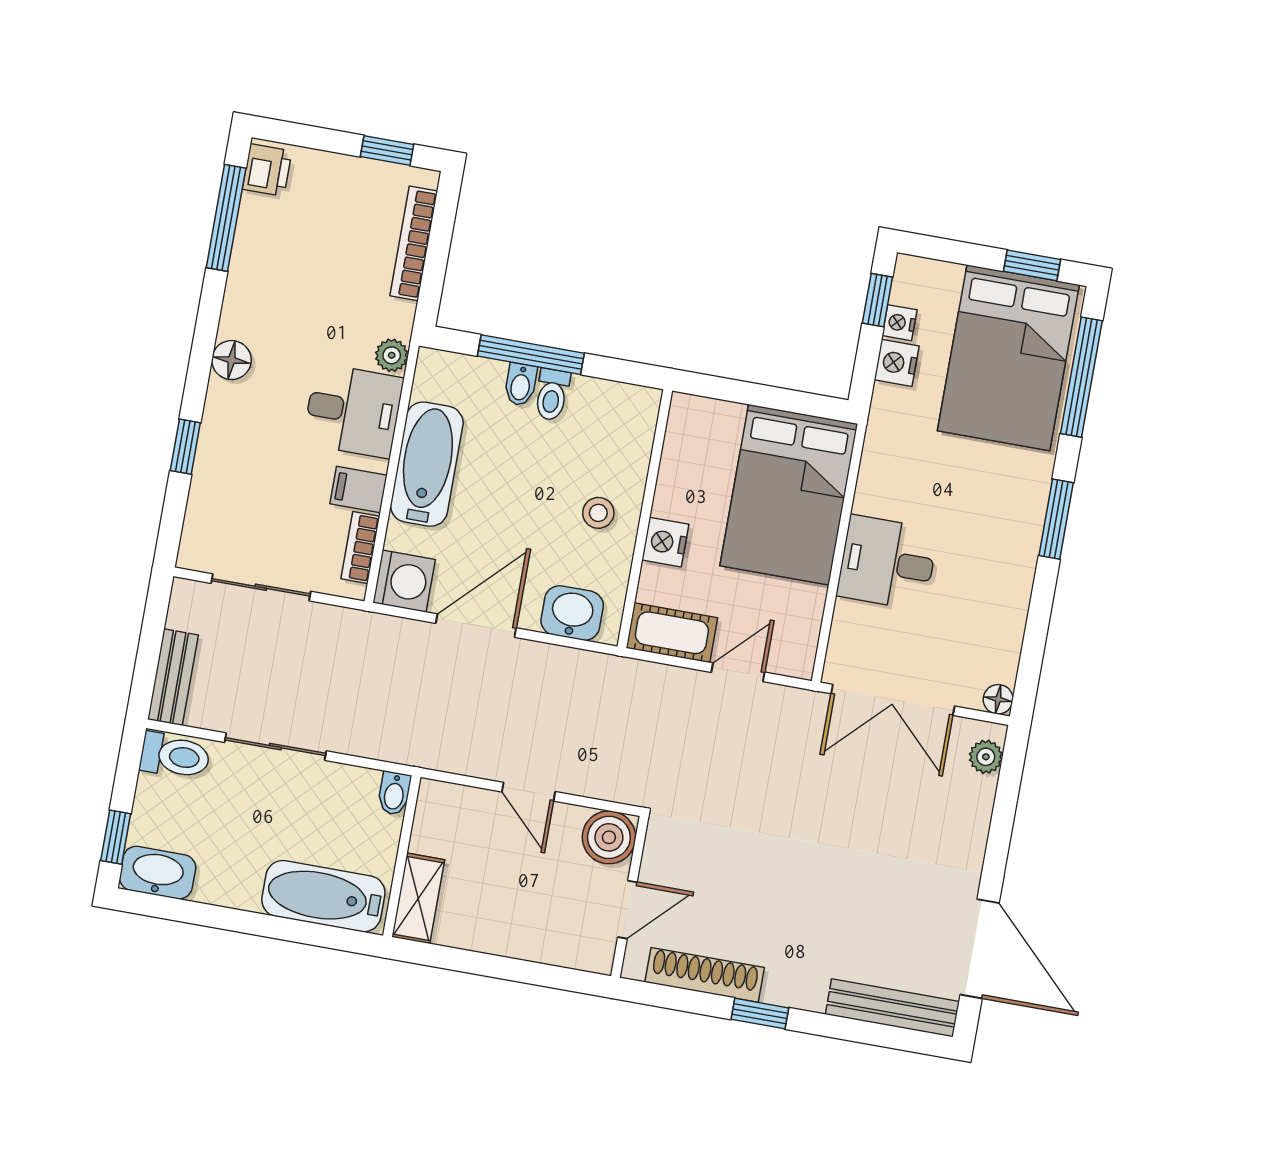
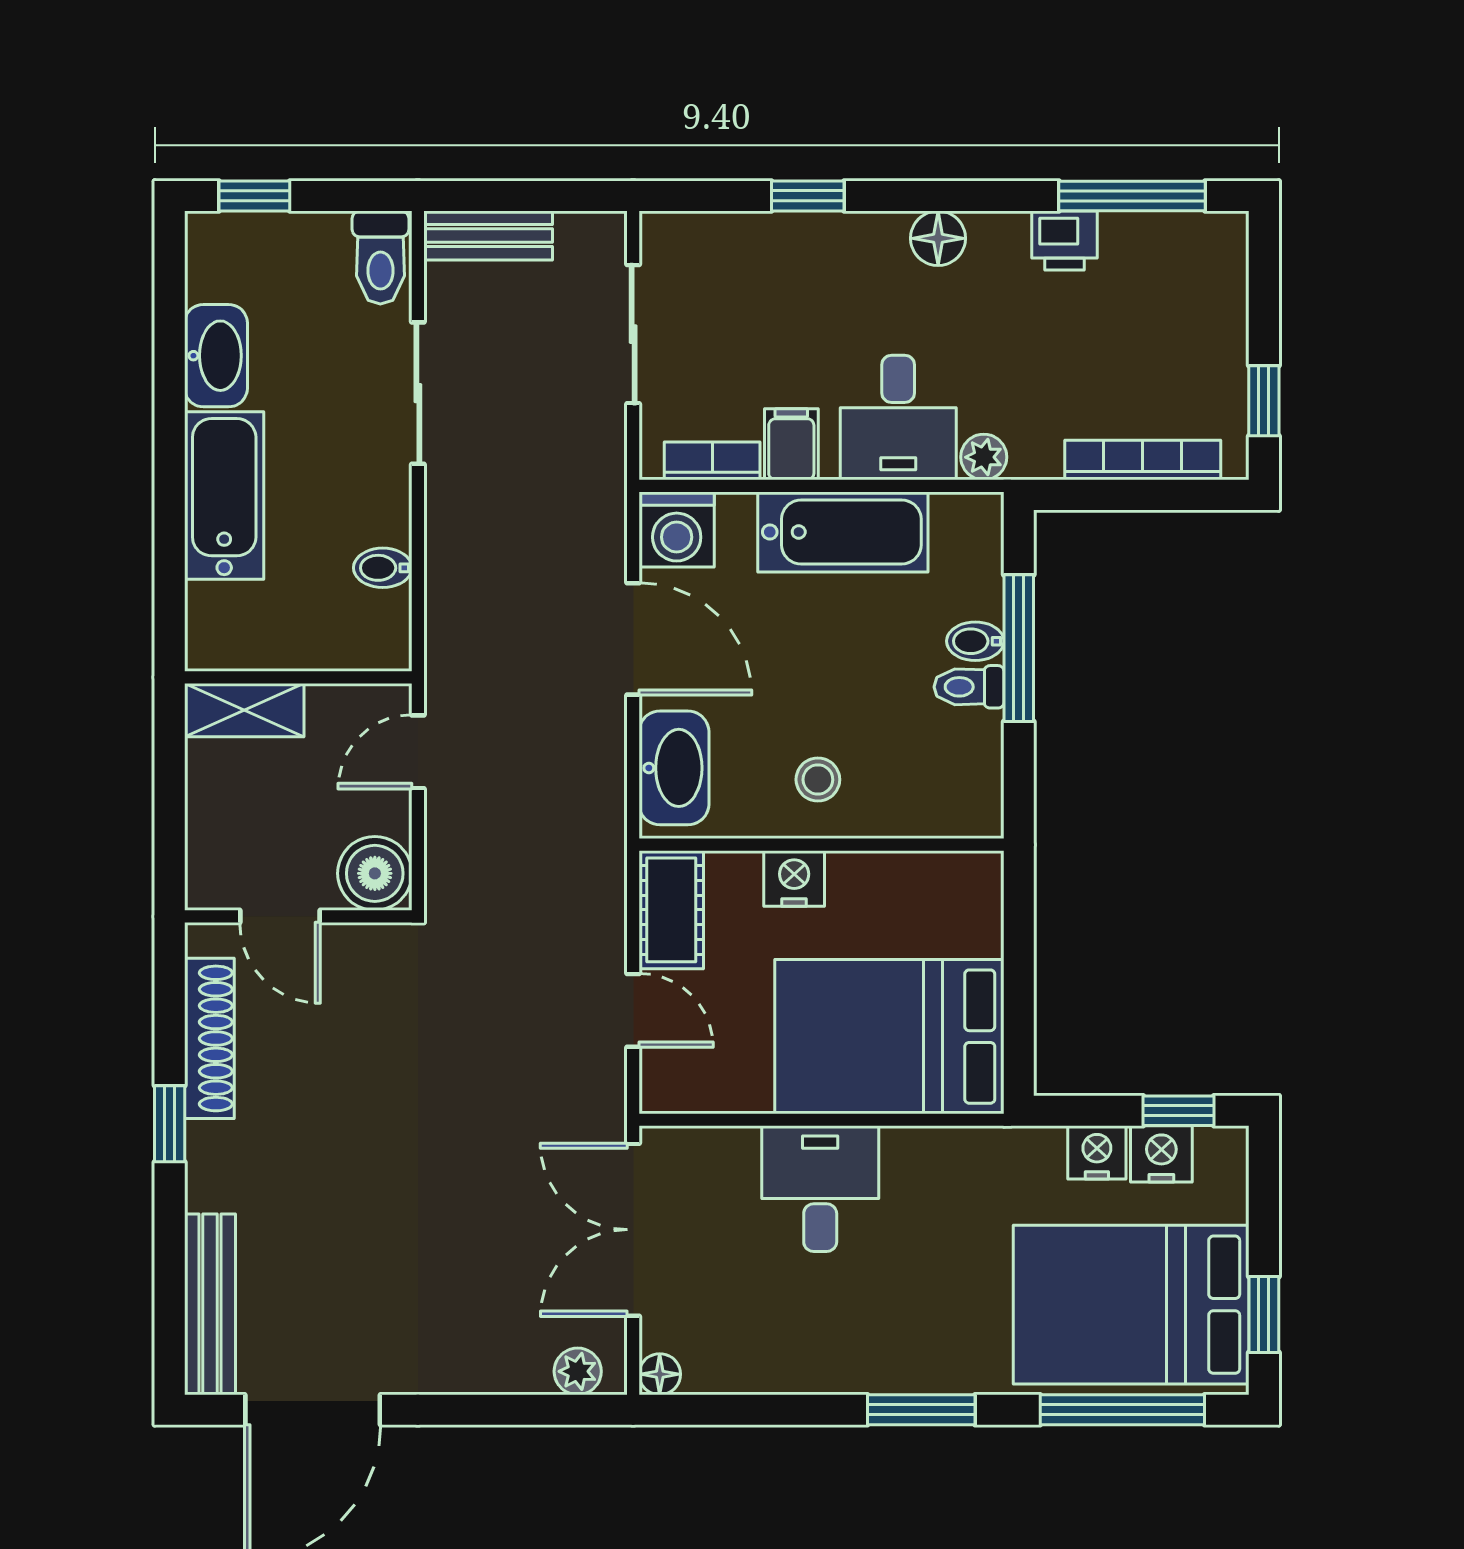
printer: (267, 170) -> (1065, 240), moved
nightstand: (900, 323) -> (1161, 1154), width x1.39, depth x1.35
washbasin: (572, 613) -> (674, 768), width x1.38
wall: (402, 856) -> (298, 677), moved
washbasin: (158, 873) -> (216, 356), moved
shelving: (418, 898) -> (244, 710), moved

